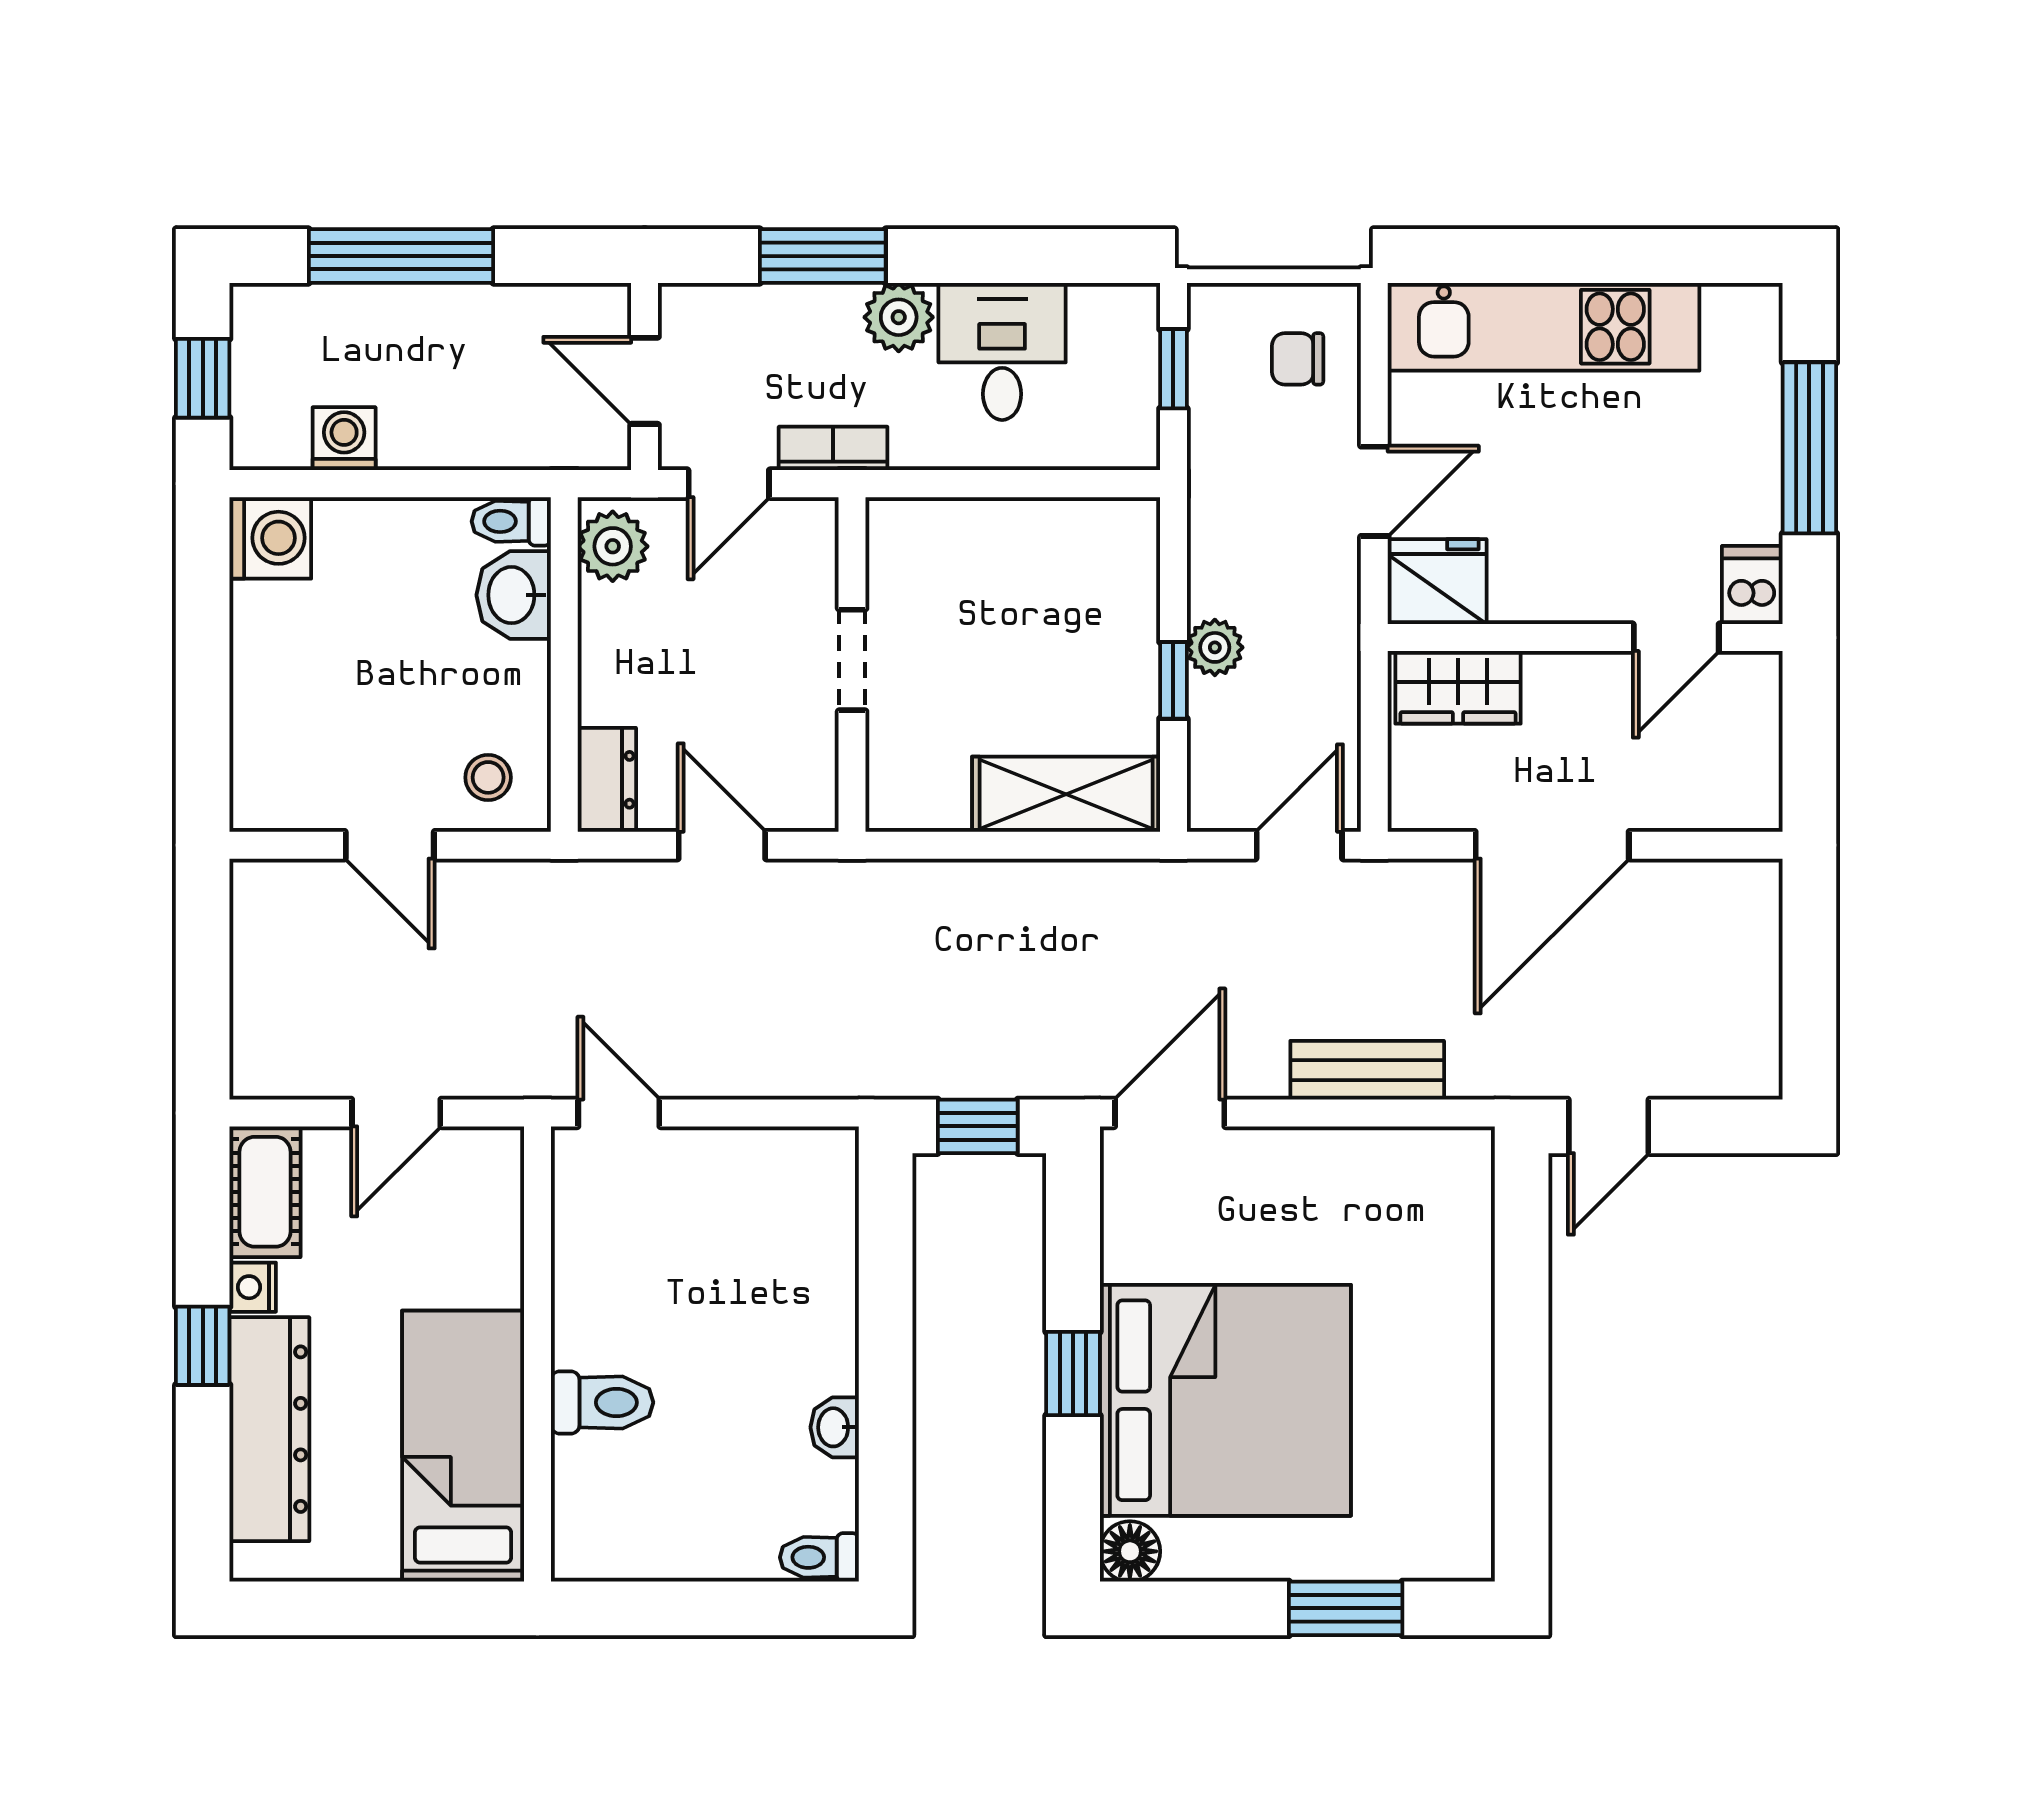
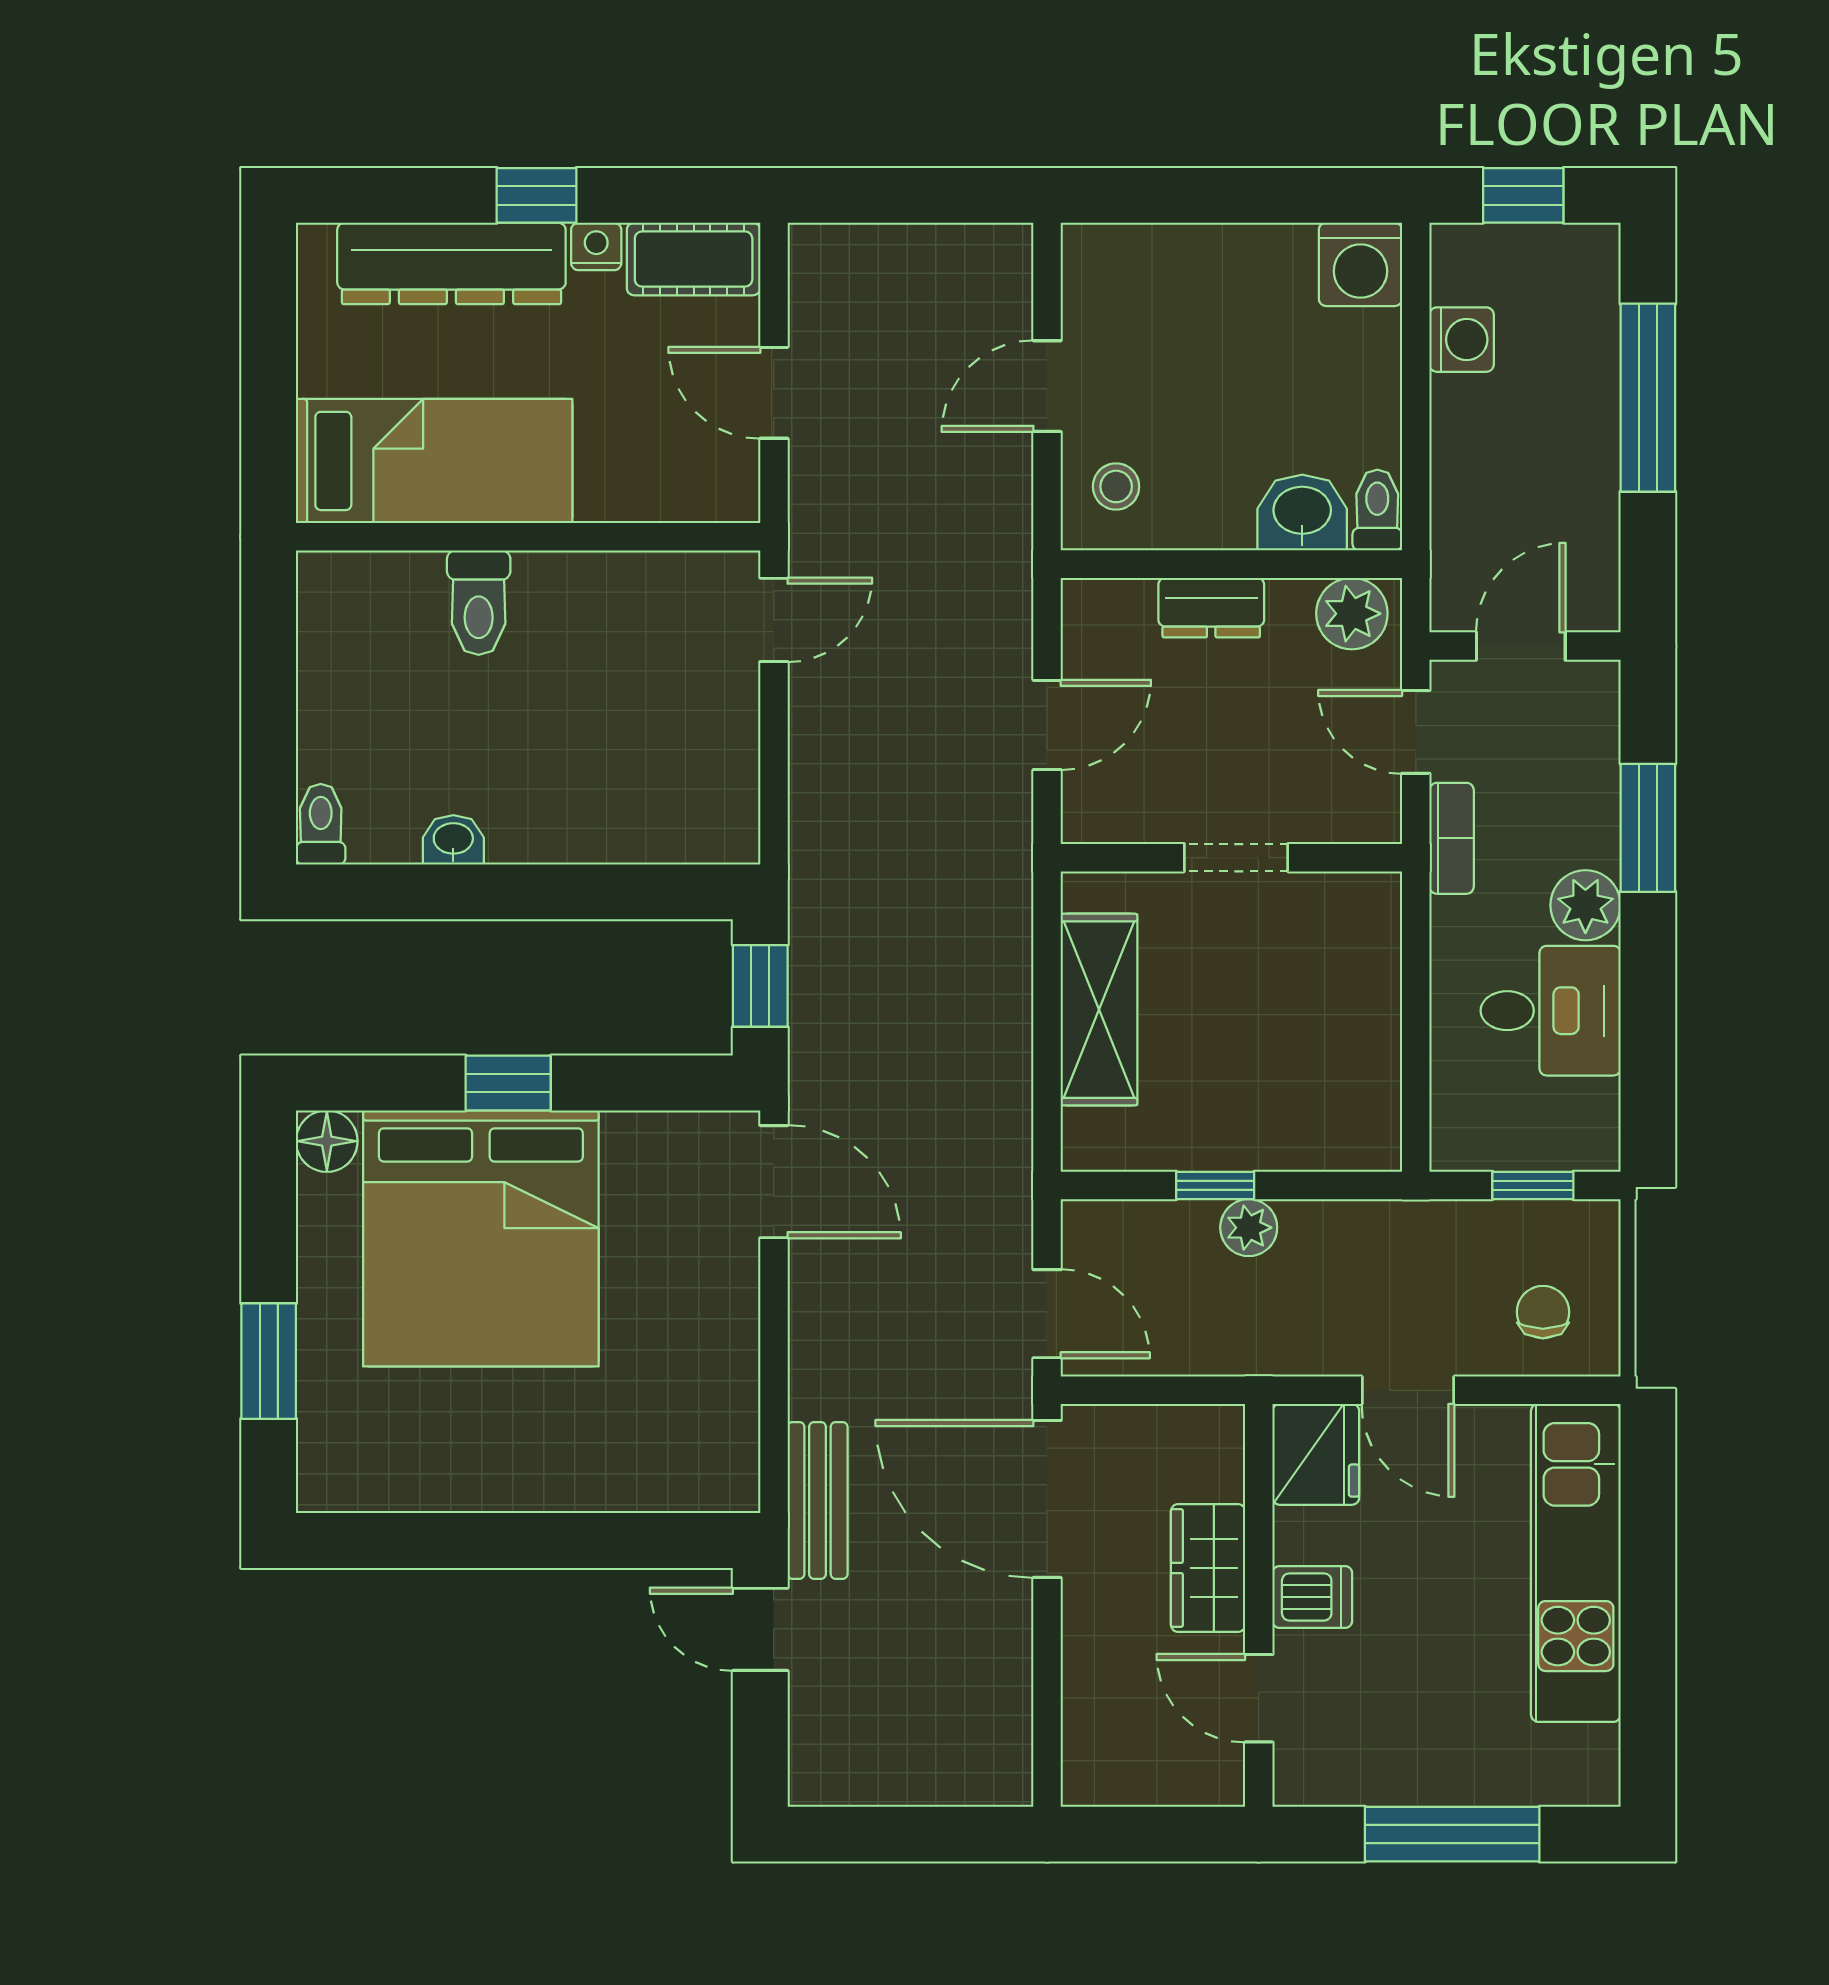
dishwasher: (1752, 585) -> (1312, 1597), moved
wardrobe: (1458, 687) -> (1208, 1568), moved
dresser: (607, 780) -> (1211, 608), moved
shelving: (1066, 794) -> (1099, 1010), moved
door: (1552, 845) -> (1047, 1499), moved
bench: (1367, 1070) -> (818, 1500), moved

